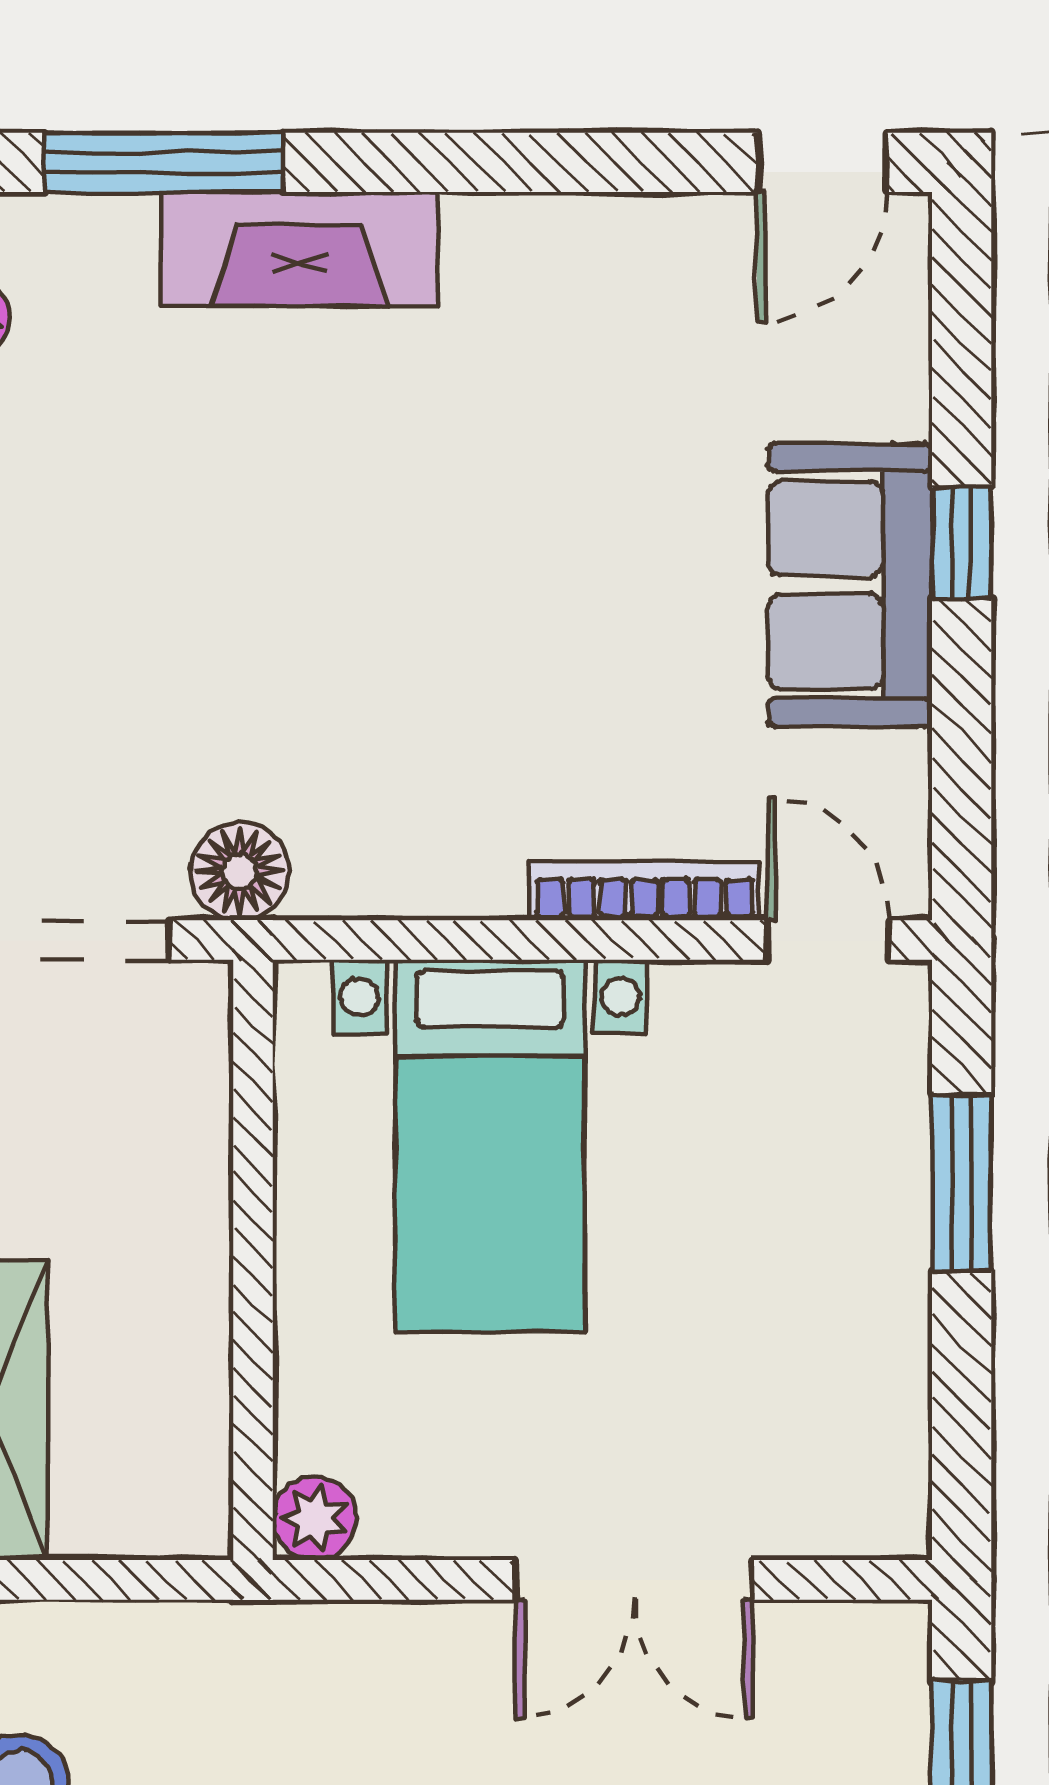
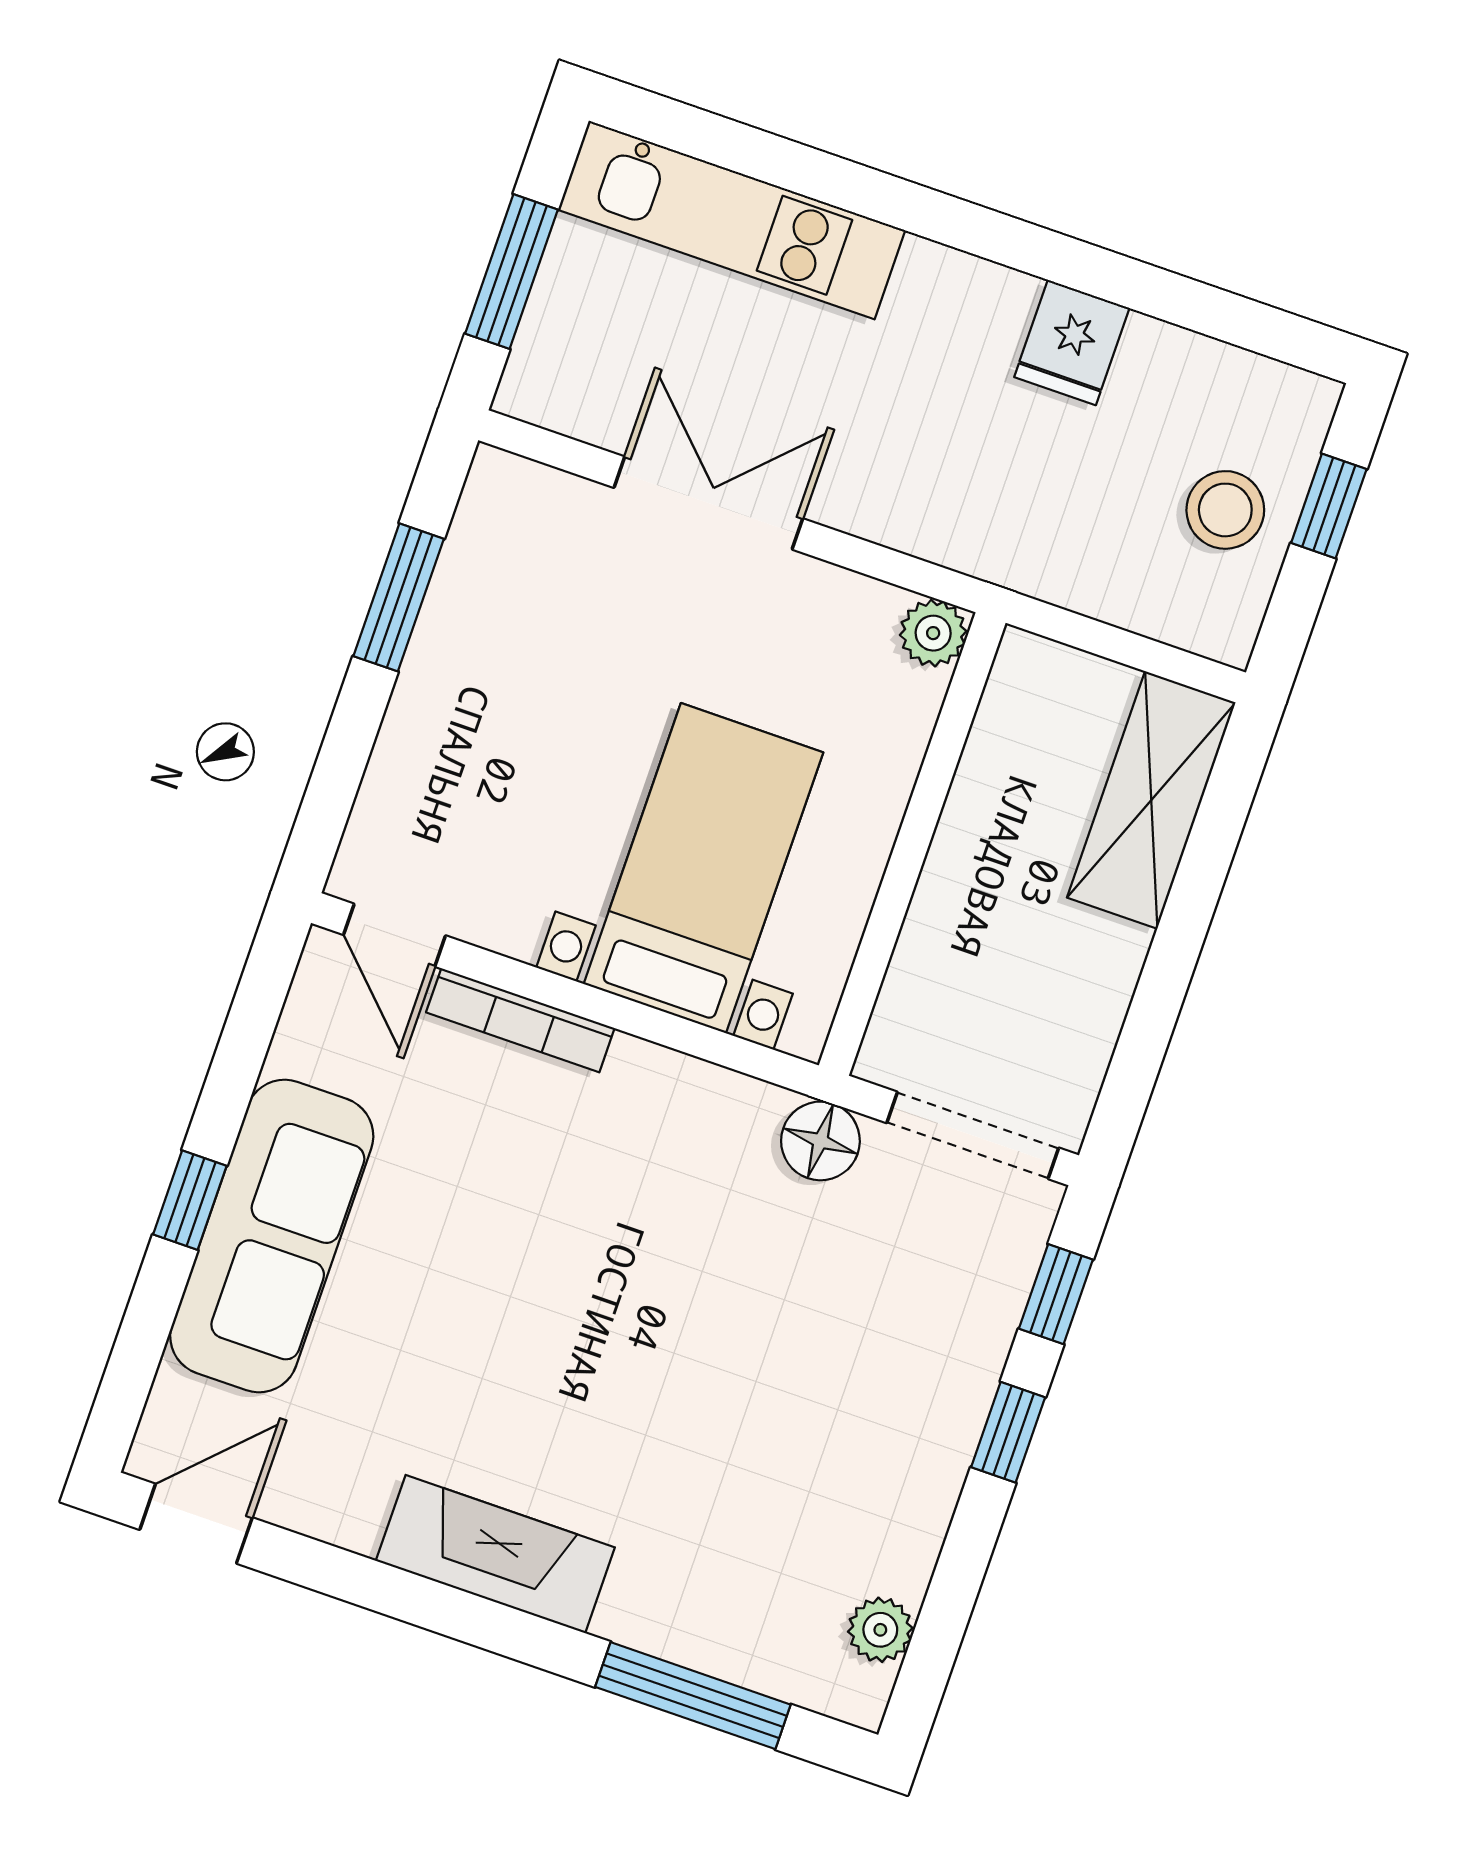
fireplace: (299, 249) -> (495, 1554), moved
sofa: (850, 585) -> (272, 1236), width x1.36
window: (962, 1183) -> (399, 597), moved

